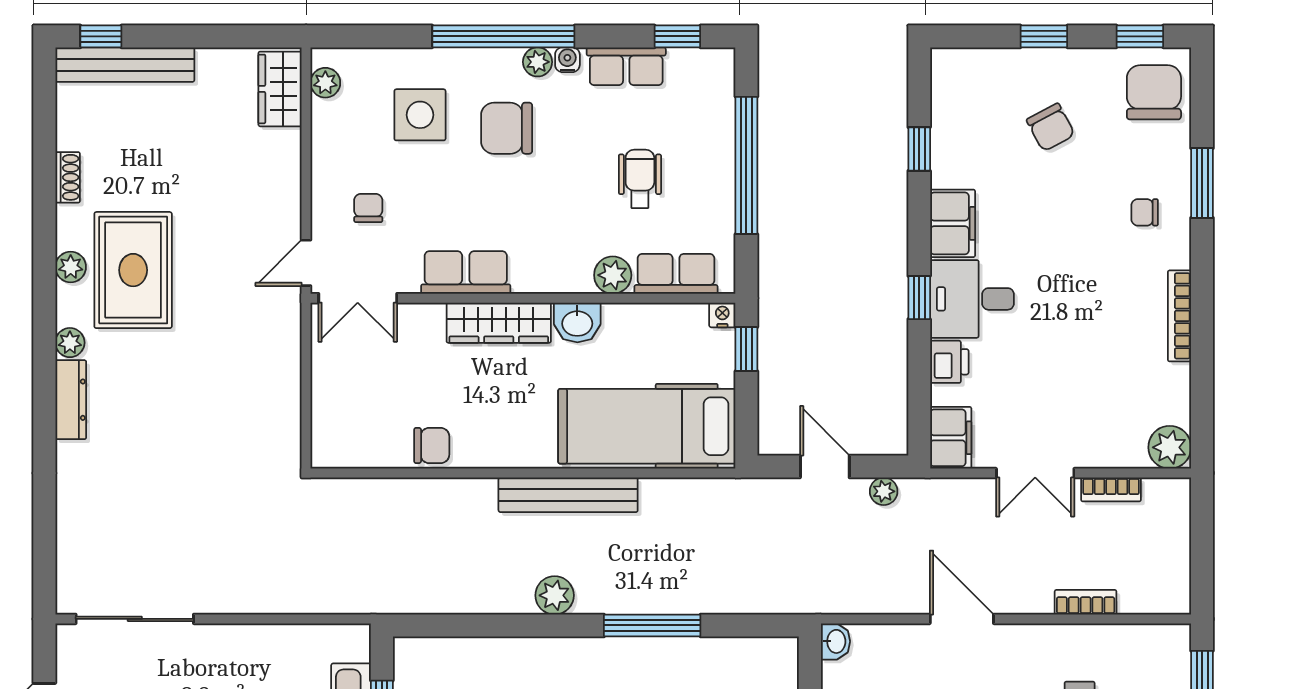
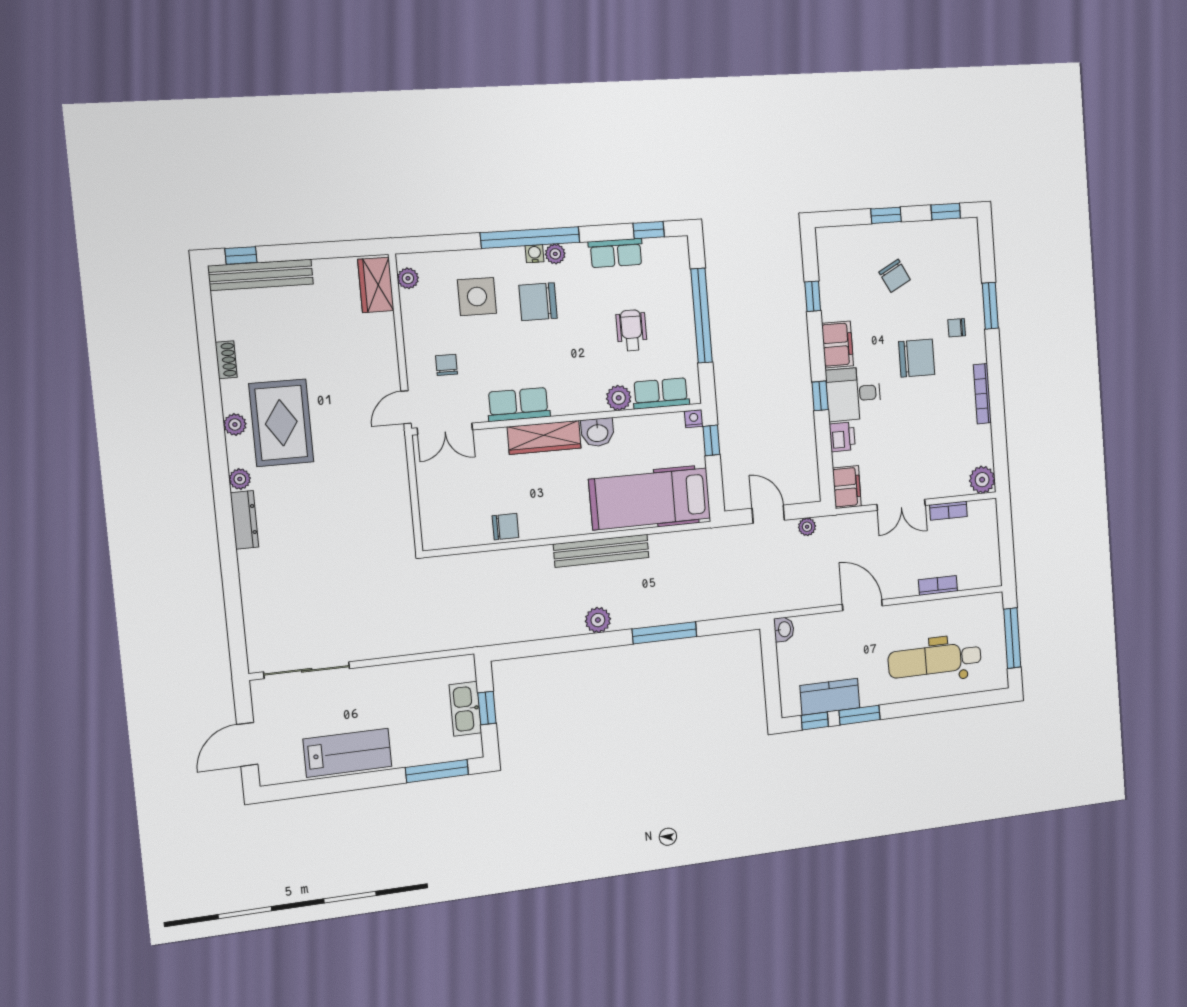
water cooler: (567, 60) -> (535, 254), moved
chair: (1154, 92) -> (917, 358), moved, turned 90

